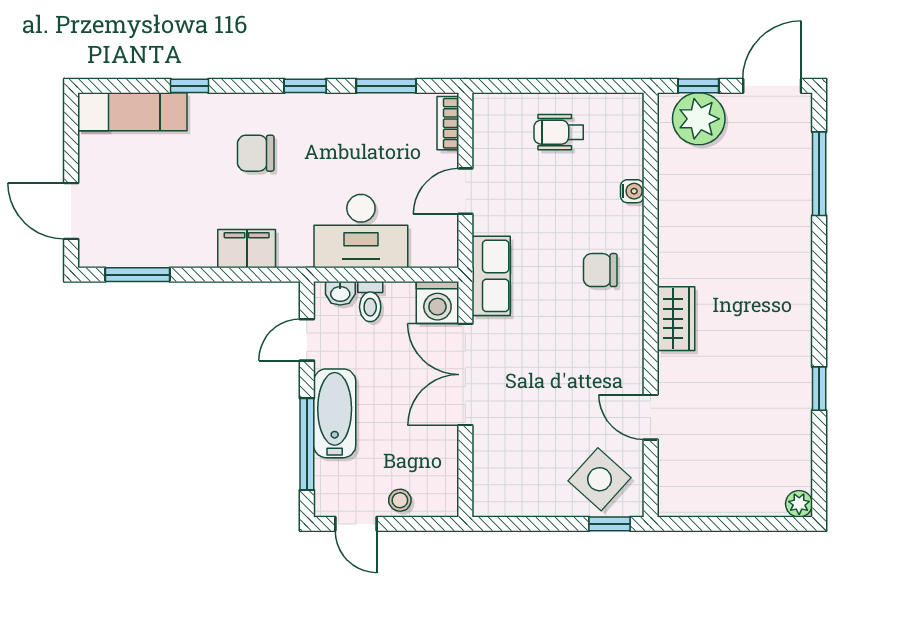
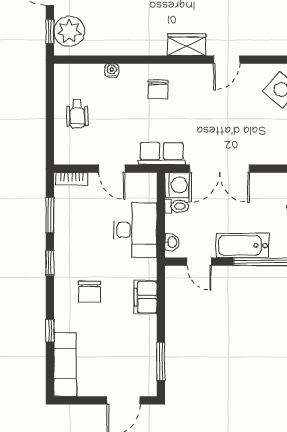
toilet: (370, 302) -> (177, 206), moved
door: (651, 417) -> (227, 60), moved

